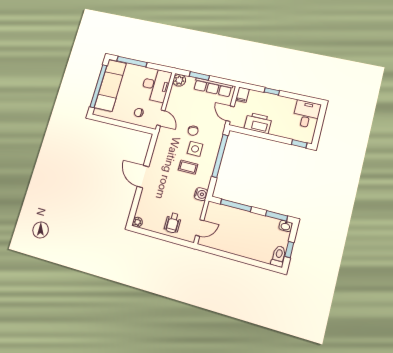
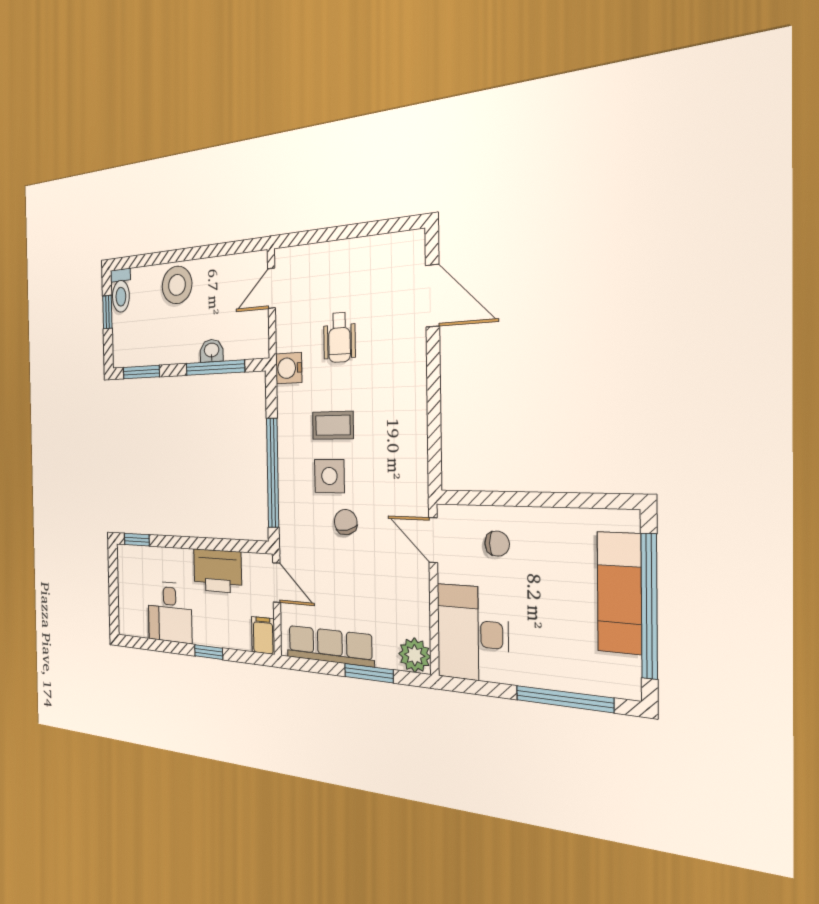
exam couch: (110, 85) -> (619, 593), width x0.73, depth x0.69
desk: (307, 114) -> (170, 612), moved
door: (143, 177) -> (433, 296), moved
plant: (137, 222) -> (413, 243), removed
wheelchair: (173, 223) -> (339, 338), moved, turned 180
washbasin: (286, 226) -> (212, 351), moved
stool: (246, 247) -> (177, 285), added

